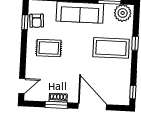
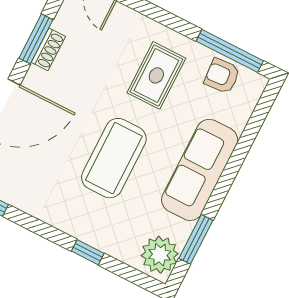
window: (25, 22) -> (230, 51), width x2.17
coffee table: (111, 48) -> (114, 158), moved

